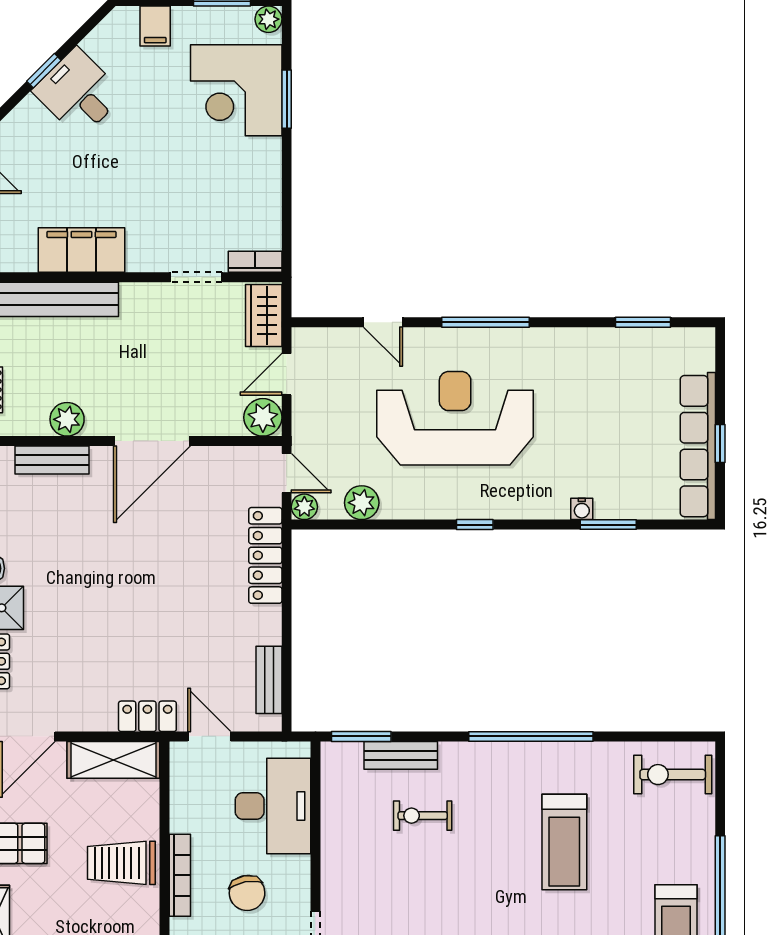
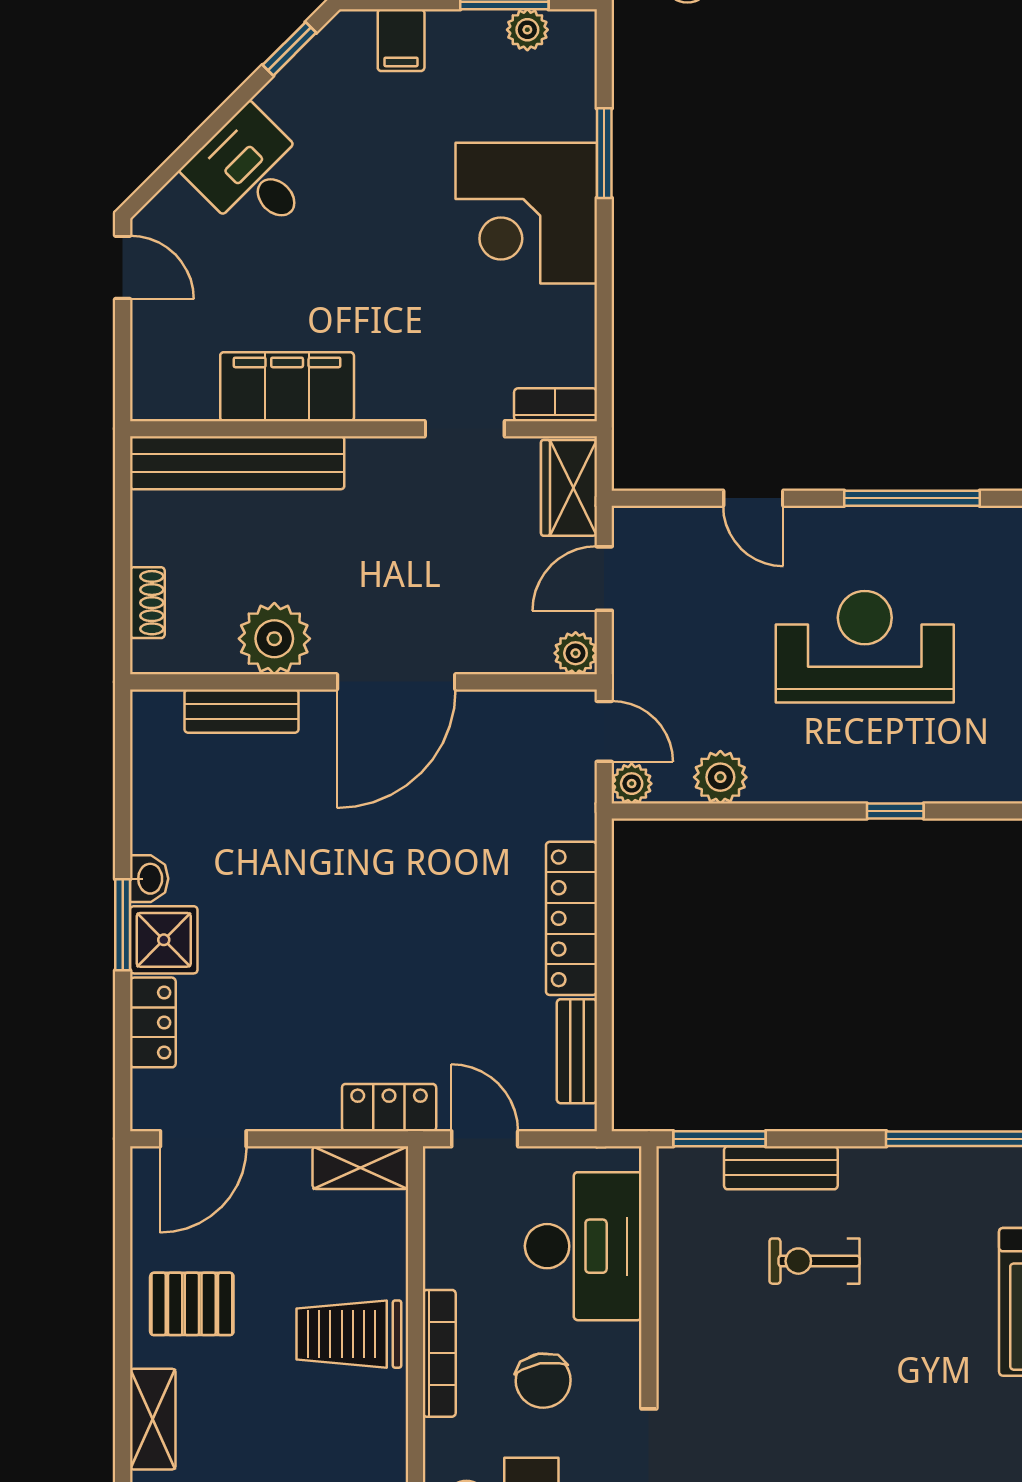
plant: (268, 19) -> (527, 30), moved
window: (44, 71) -> (289, 49), moved
corner desk: (236, 90) -> (526, 213), moved
desk: (78, 93) -> (252, 173), moved
plant: (263, 417) -> (576, 653), width x0.73, depth x0.73
reception desk: (455, 418) -> (865, 647), width x0.74, depth x0.77
plant: (67, 419) -> (274, 639), width x1.36, depth x1.36
locker: (265, 555) -> (571, 918), moved
shelving: (113, 760) -> (360, 1168), width x0.67, depth x0.75

